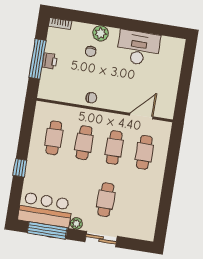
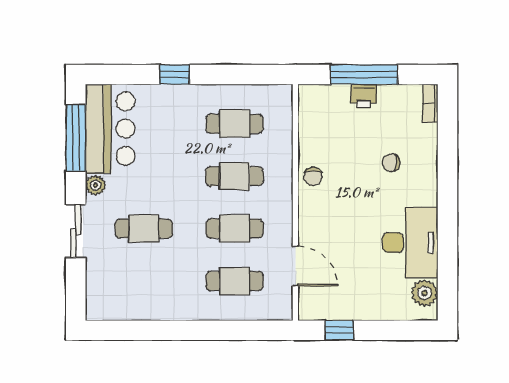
plant: (101, 33) -> (425, 293), moved
window: (182, 97) -> (339, 330), added

